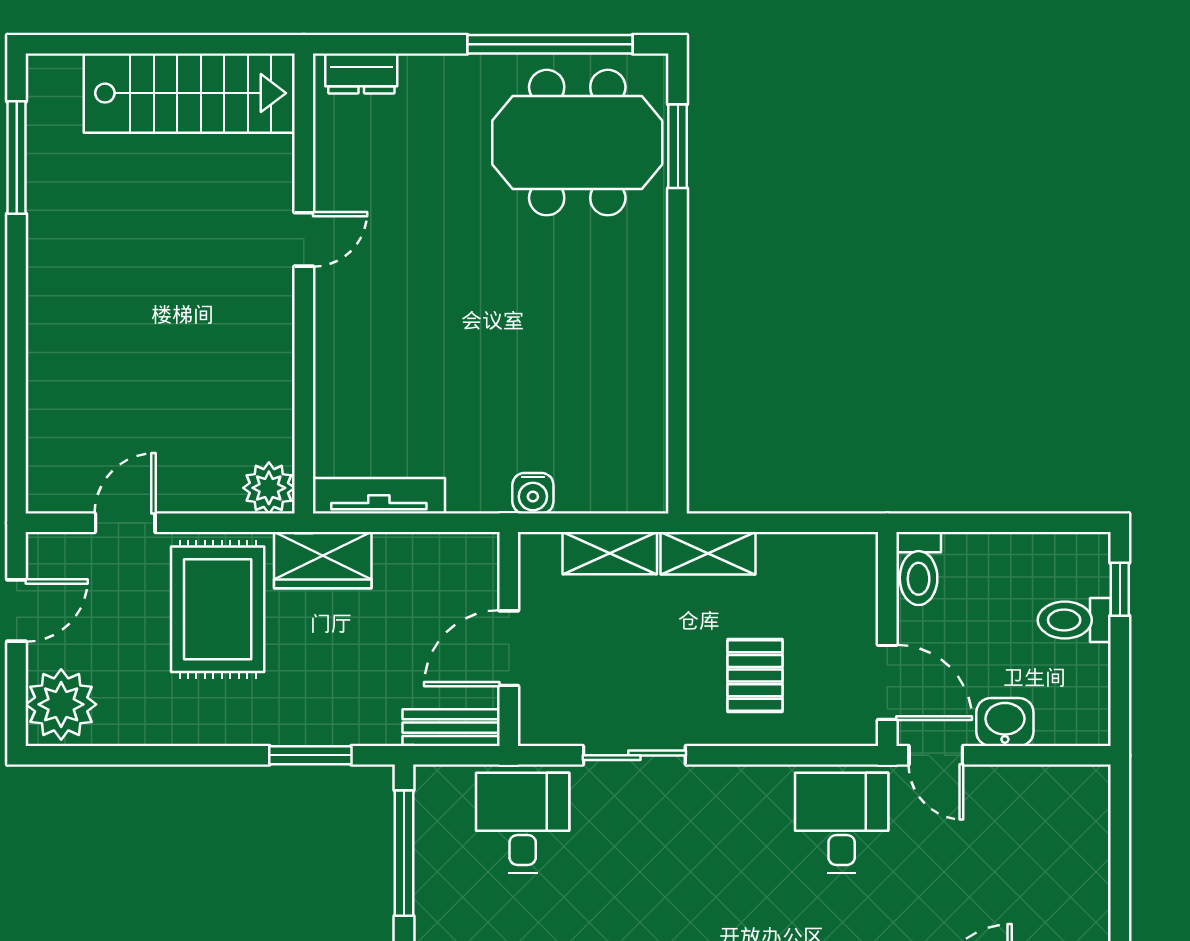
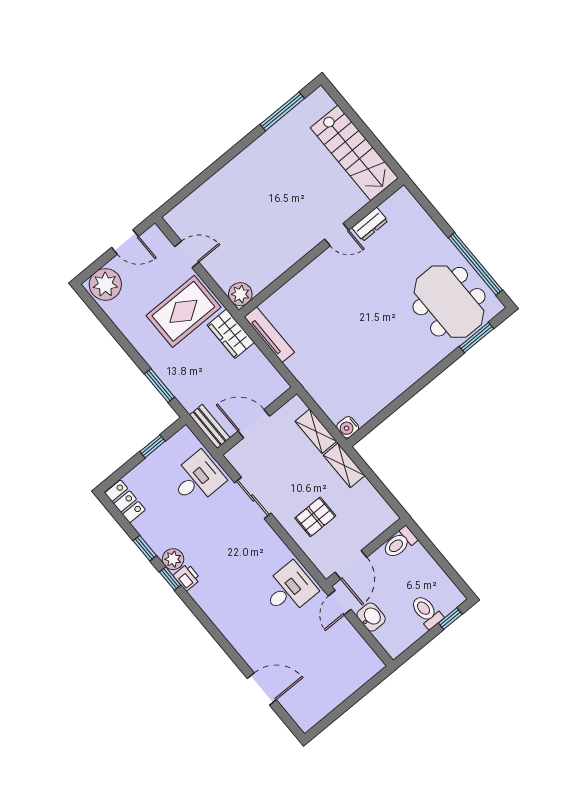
dresser: (361, 73) -> (370, 224), moved, turned -90
water cooler: (533, 493) -> (348, 427), moved
window: (404, 853) -> (152, 446), width x0.46

